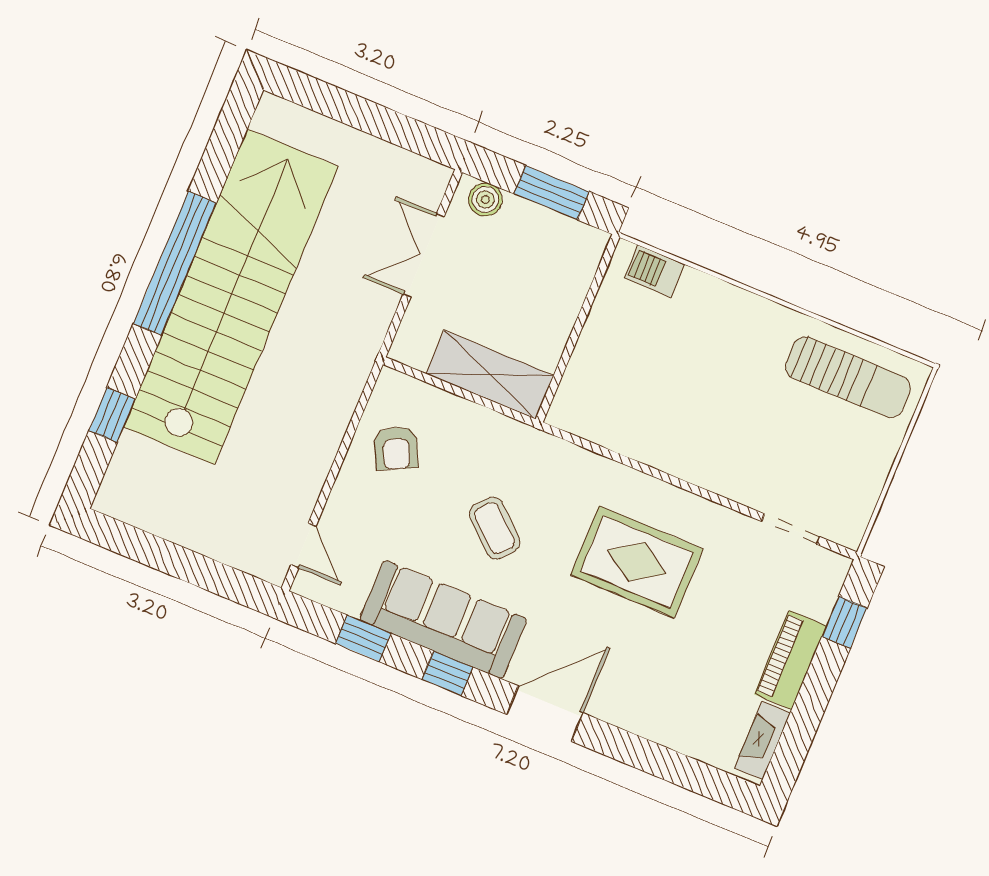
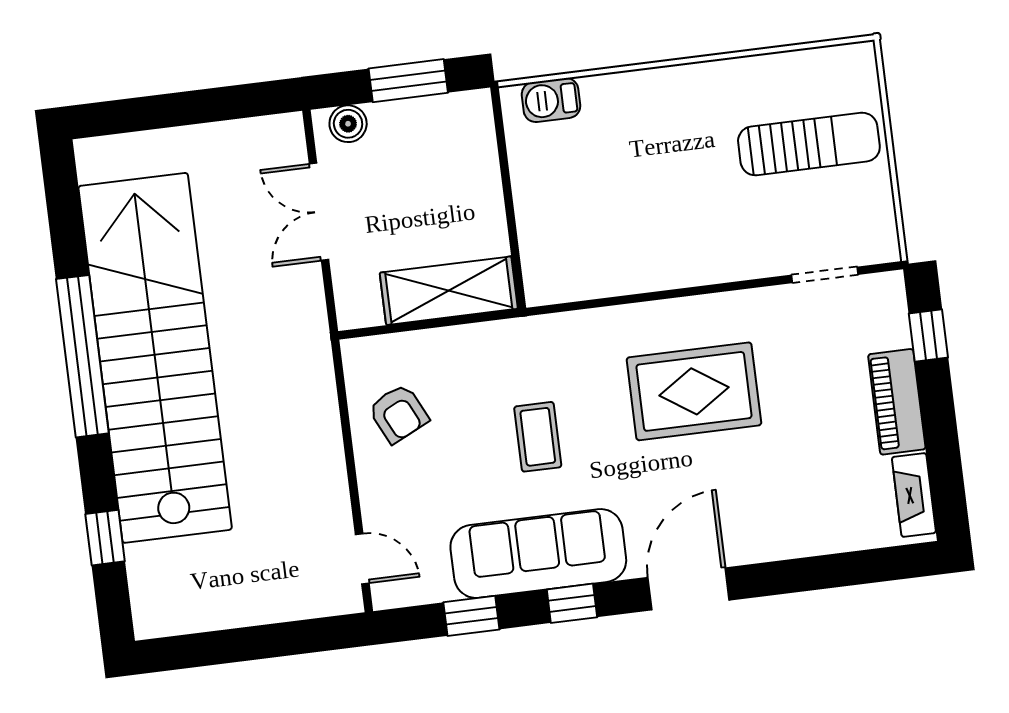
sun lounger: (848, 377) -> (809, 144), moved
coffee table: (495, 528) -> (538, 437), turned 48

